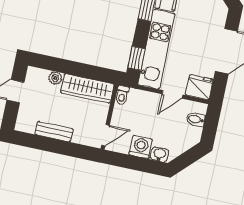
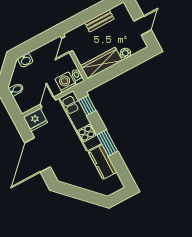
bidet: (196, 119) -> (16, 89), moved
washing machine: (141, 147) -> (65, 82), moved, turned 180

